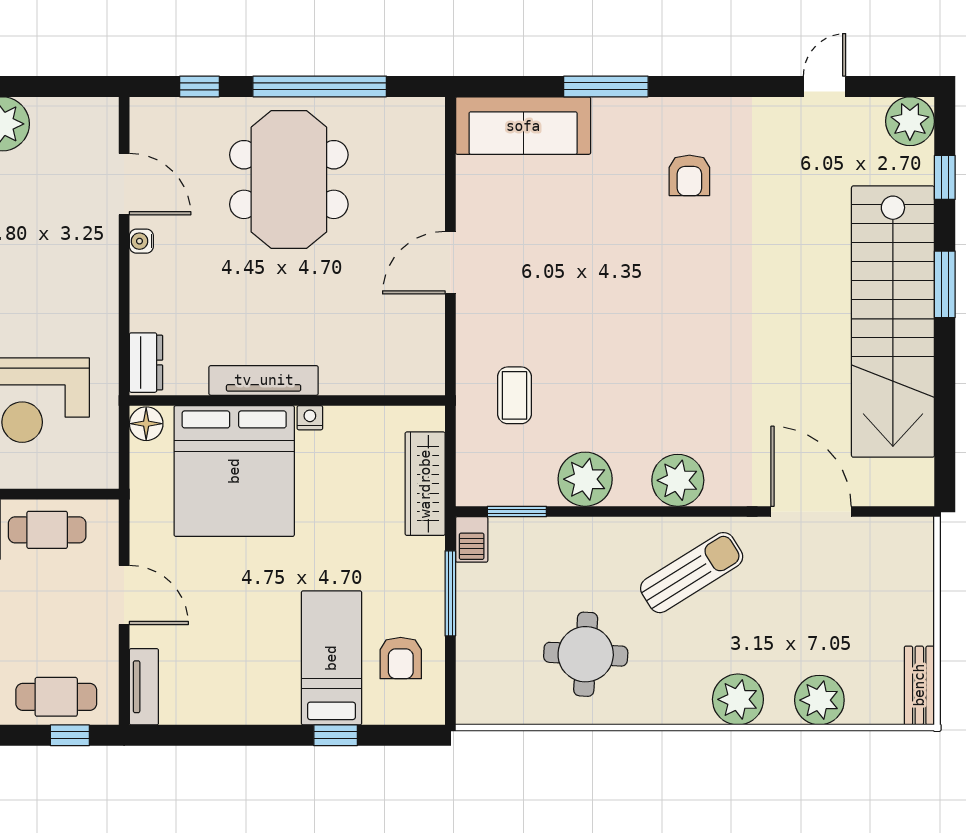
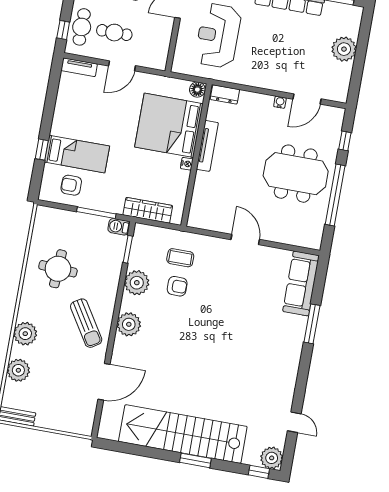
armchair: (689, 175) -> (177, 286), moved, turned 180
window: (945, 177) -> (259, 472), moved
cafe table: (47, 530) -> (114, 33), moved, turned 90

